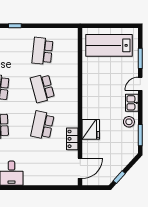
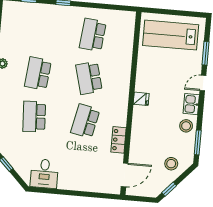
fridge: (91, 129) -> (141, 99), moved, width x0.53, depth x0.75
stool: (119, 155) -> (171, 164), added

